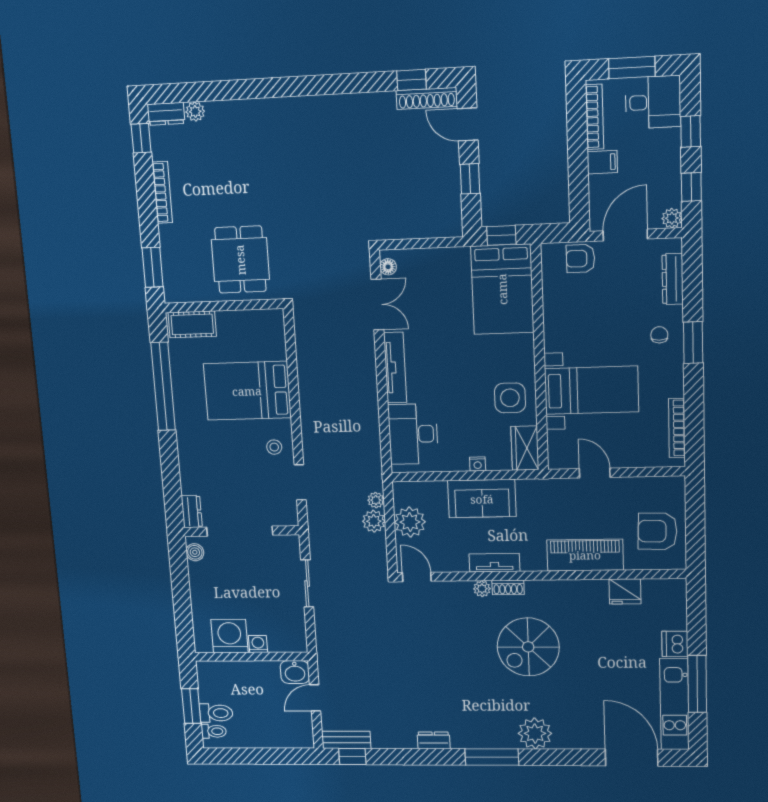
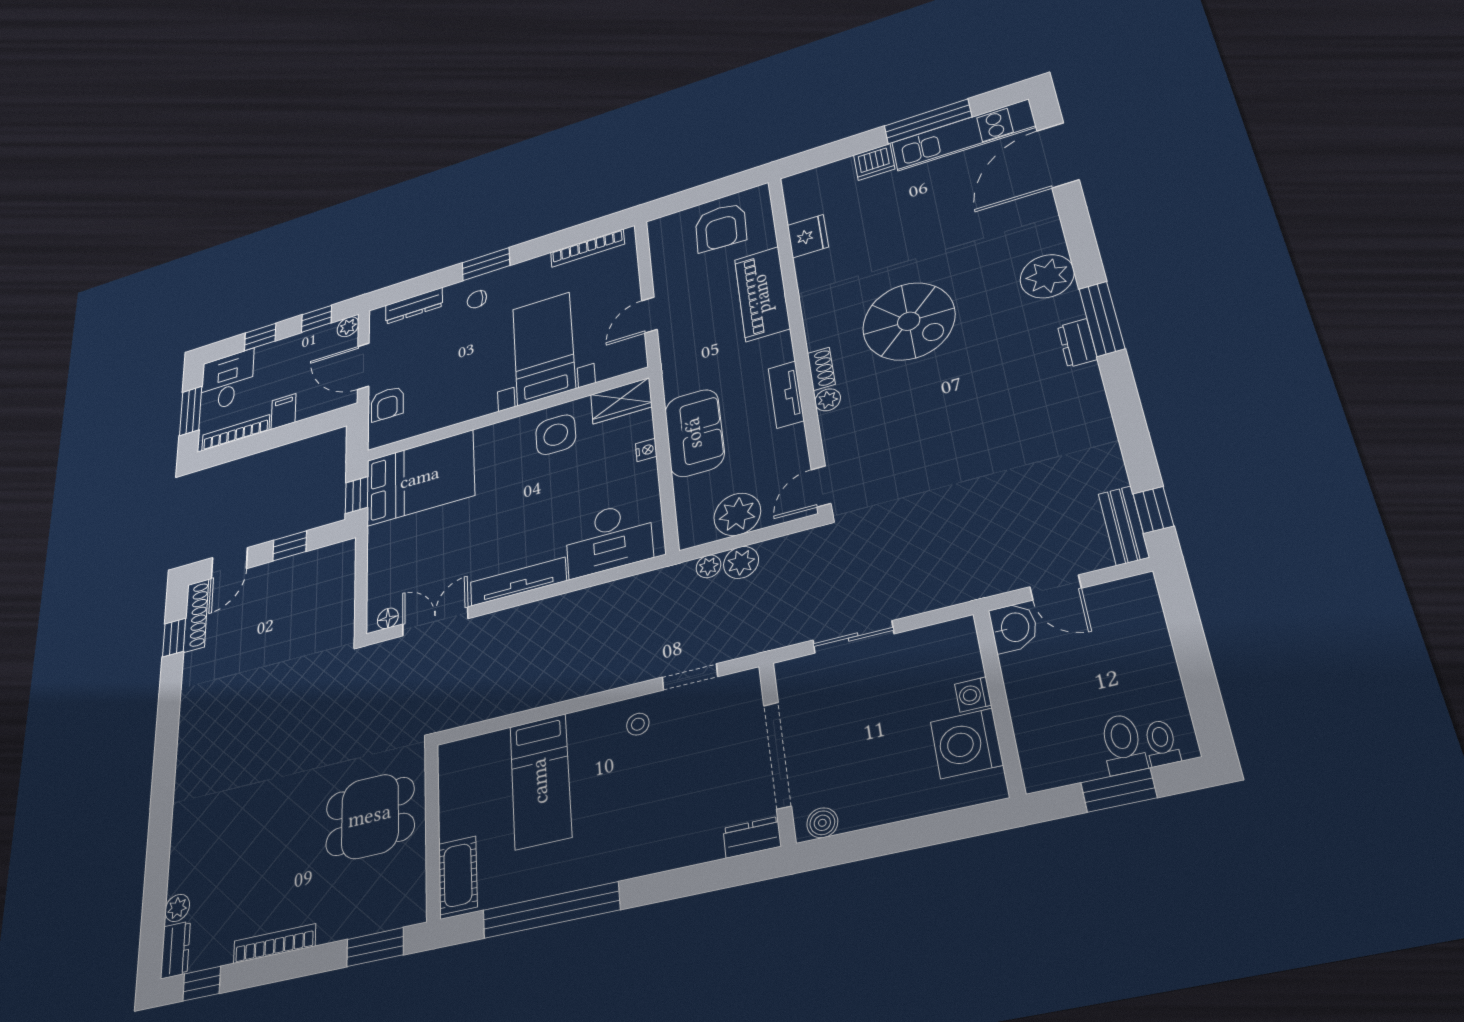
bed: (247, 391) -> (540, 781), width x0.67
dresser: (434, 740) -> (1077, 343), moved

